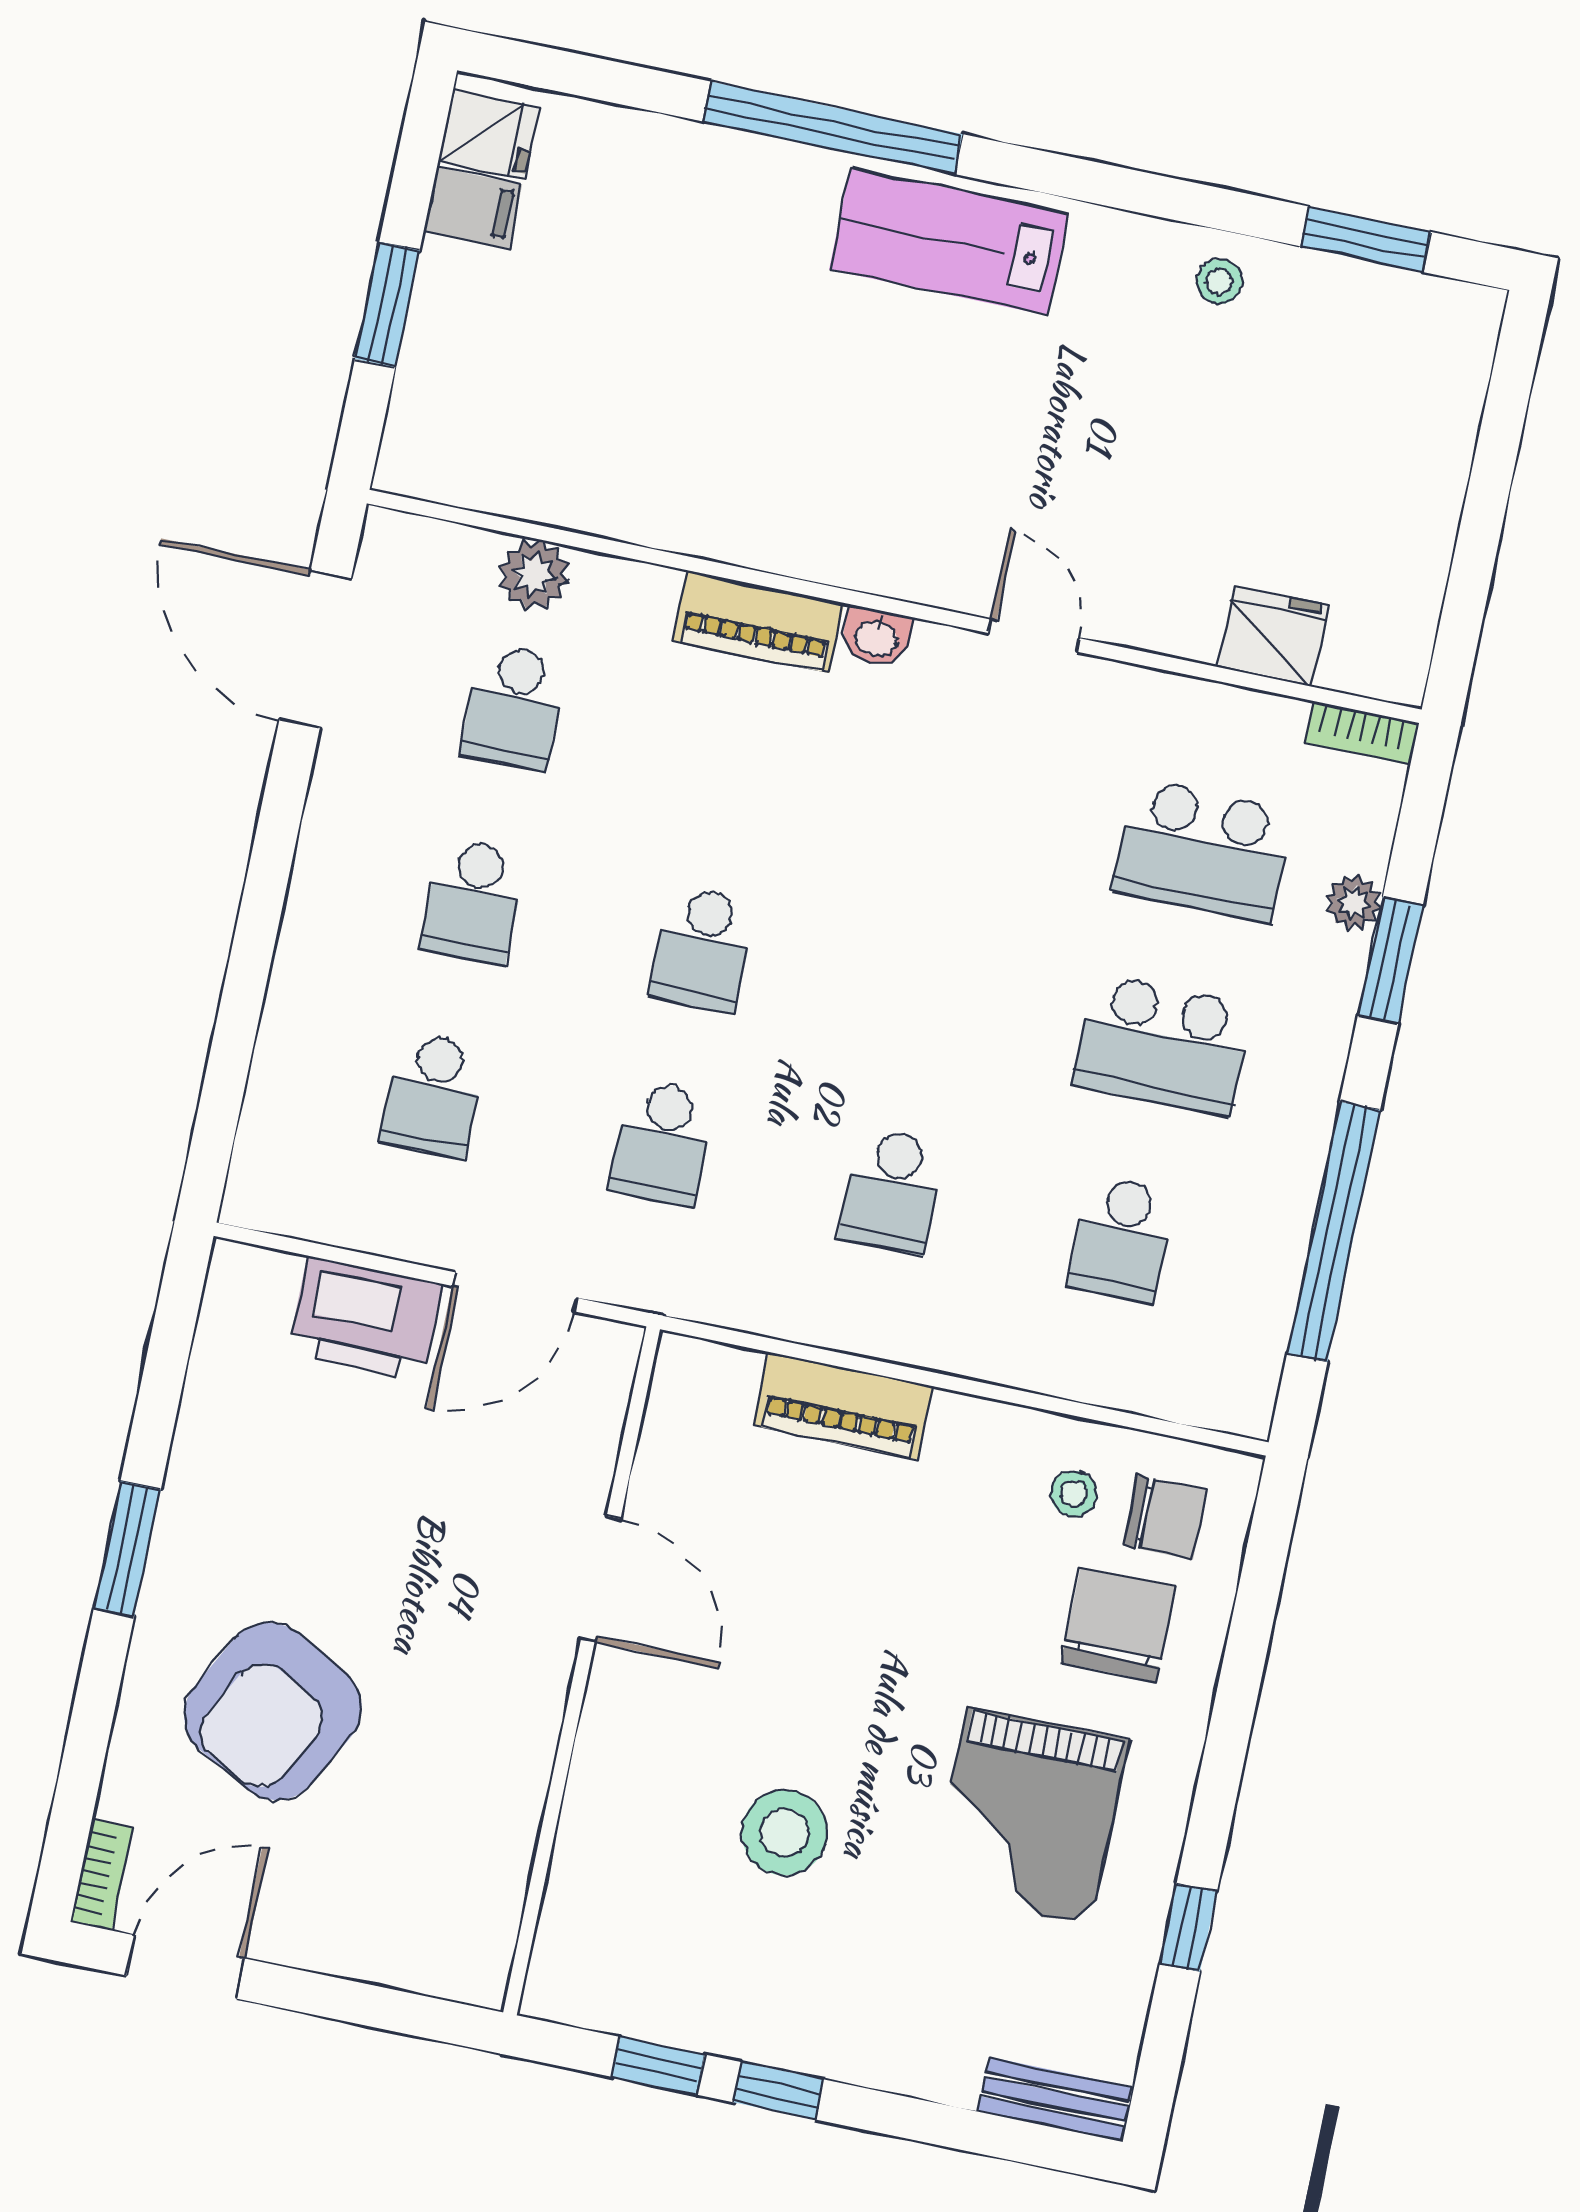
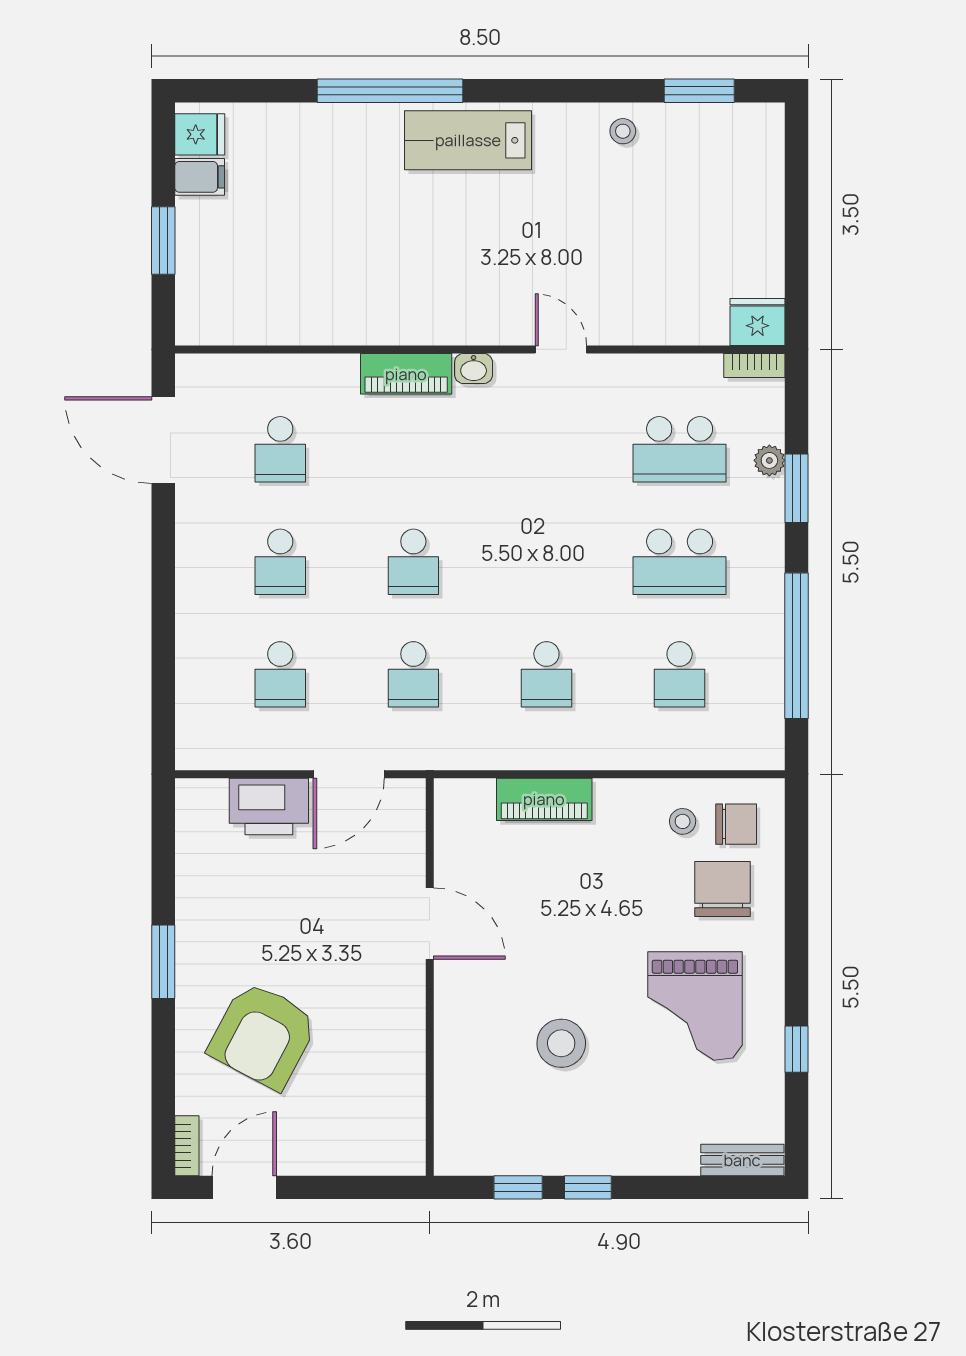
plant: (534, 575) -> (276, 374), removed
fridge: (1273, 636) -> (758, 322), moved

